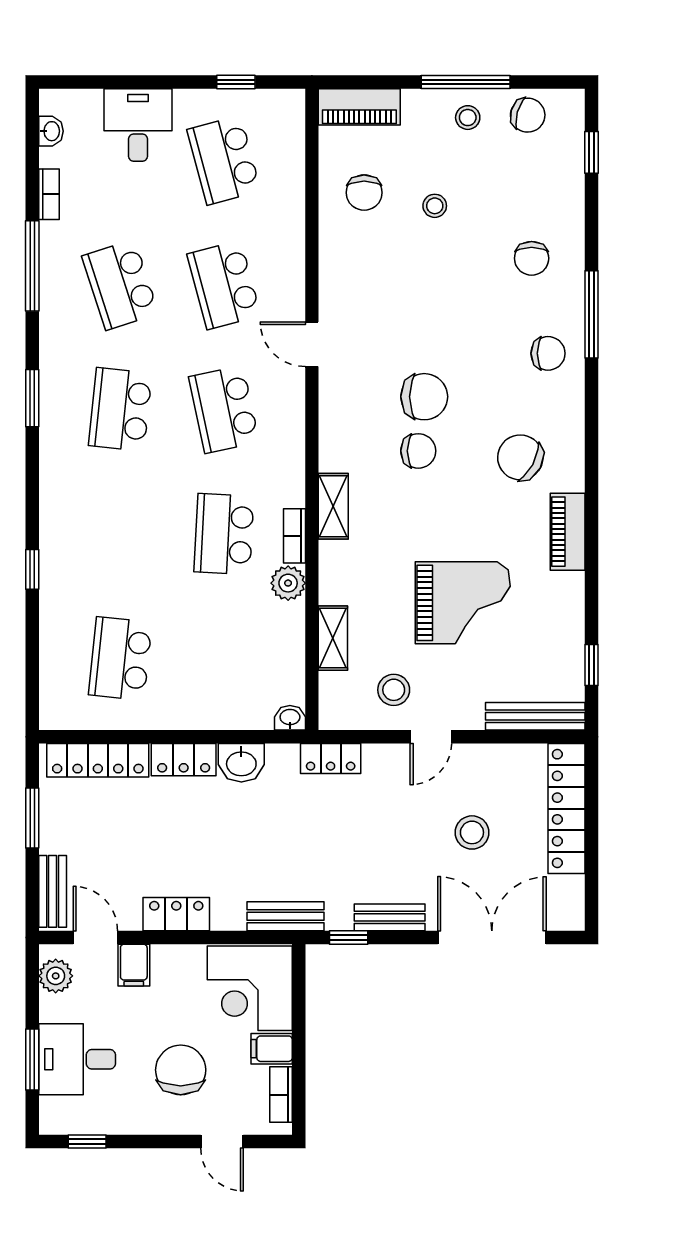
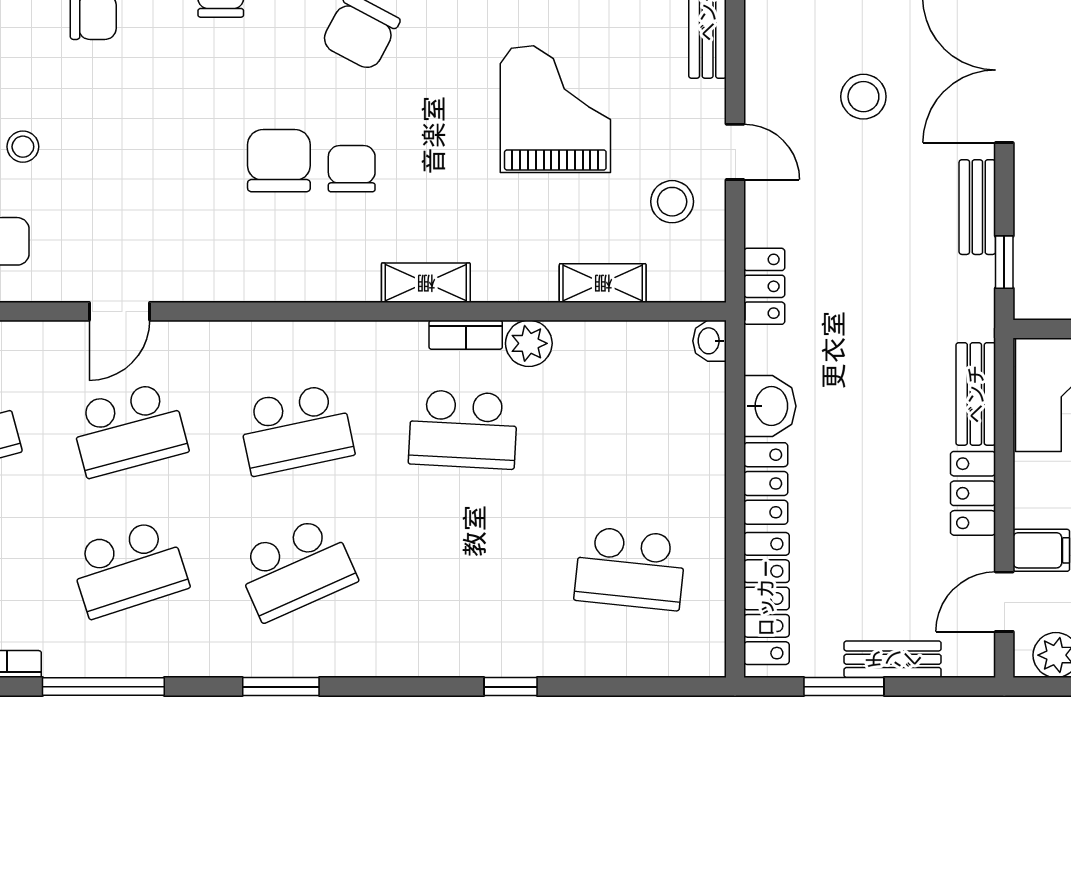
door: (312, 344) -> (119, 311), moved
school desk: (120, 409) -> (296, 568), turned -30
bench: (53, 891) -> (893, 659), moved
bench: (285, 916) -> (976, 394), moved

